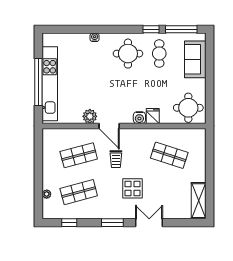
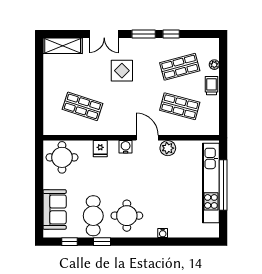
window: (181, 29) -> (69, 242), width x0.46
cafe table: (159, 53) -> (93, 216), width x1.37, depth x1.35
water cooler: (139, 118) -> (126, 147), moved
shop shelf: (79, 155) -> (180, 106), turned 30
trolley: (116, 159) -> (211, 86), moved
shelving: (199, 201) -> (63, 46), moved, turned 90
window: (69, 223) -> (171, 34), moved

